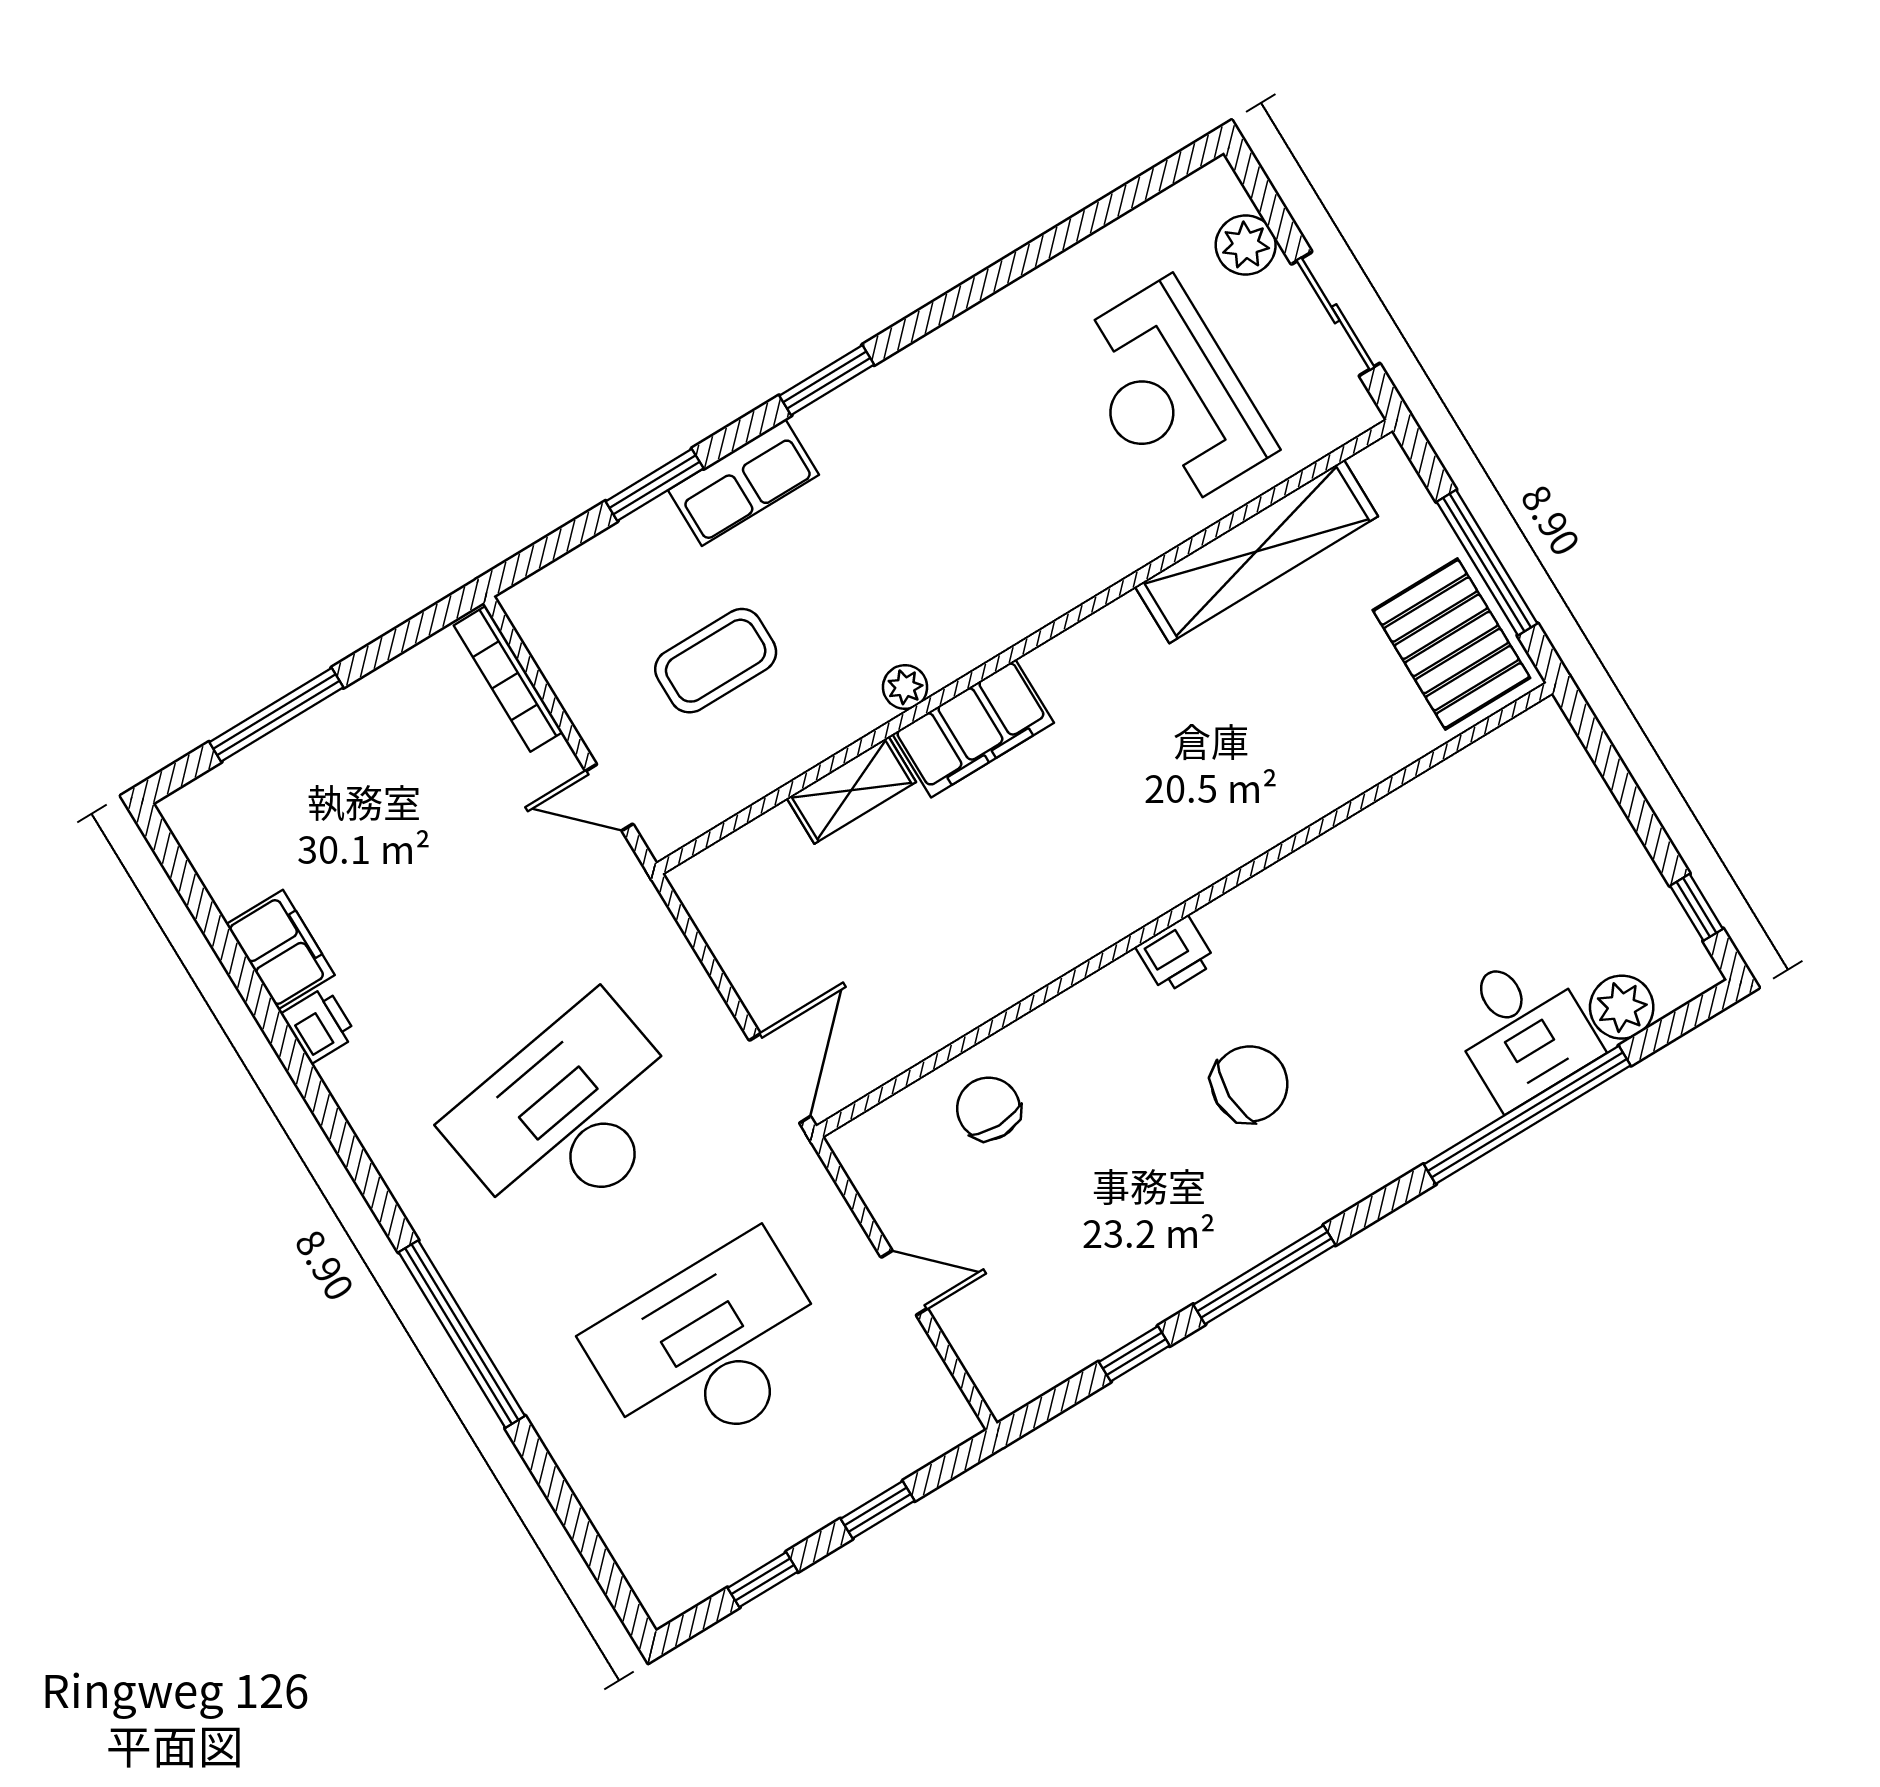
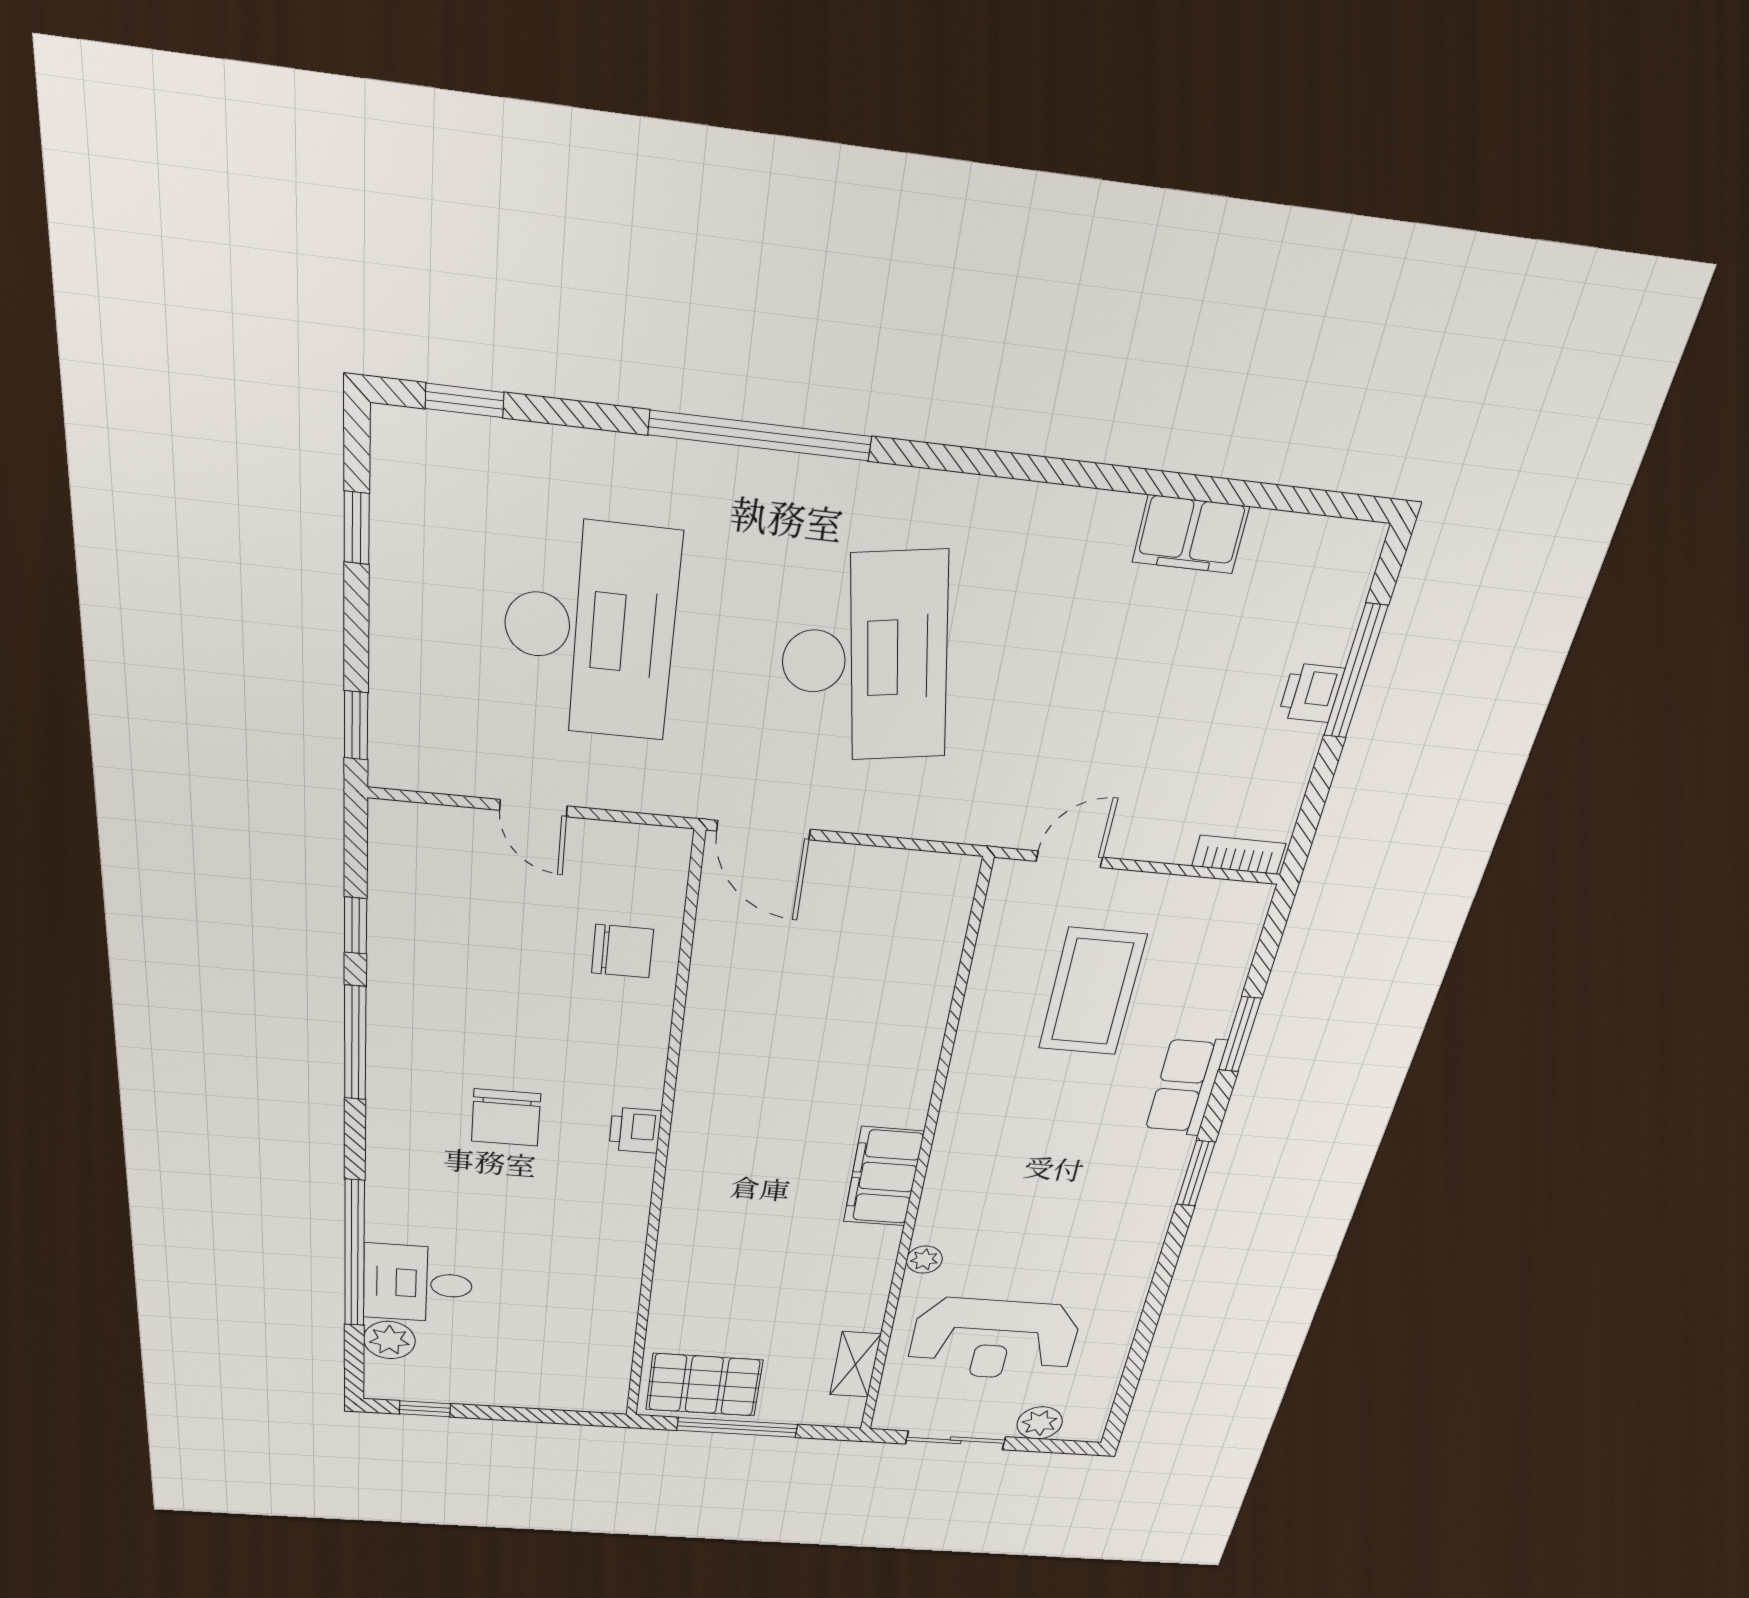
reception desk: (1171, 395) -> (994, 1339), turned 180
shelving: (1256, 551) -> (855, 1365), width x0.45, depth x0.75
coffee table: (716, 661) -> (1092, 992), width x1.36, depth x1.32
bookcase: (508, 679) -> (1239, 855), width x0.64
plant: (905, 687) -> (924, 1260), moved
filing cabinet: (973, 728) -> (883, 1177), moved
shelving: (851, 790) -> (926, 1015), removed
printer: (319, 1025) -> (1311, 693), moved, turned 90
door: (904, 1283) -> (533, 808), hinge flipped
window: (878, 1510) -> (356, 725), moved
window: (602, 1565) -> (465, 400), added

